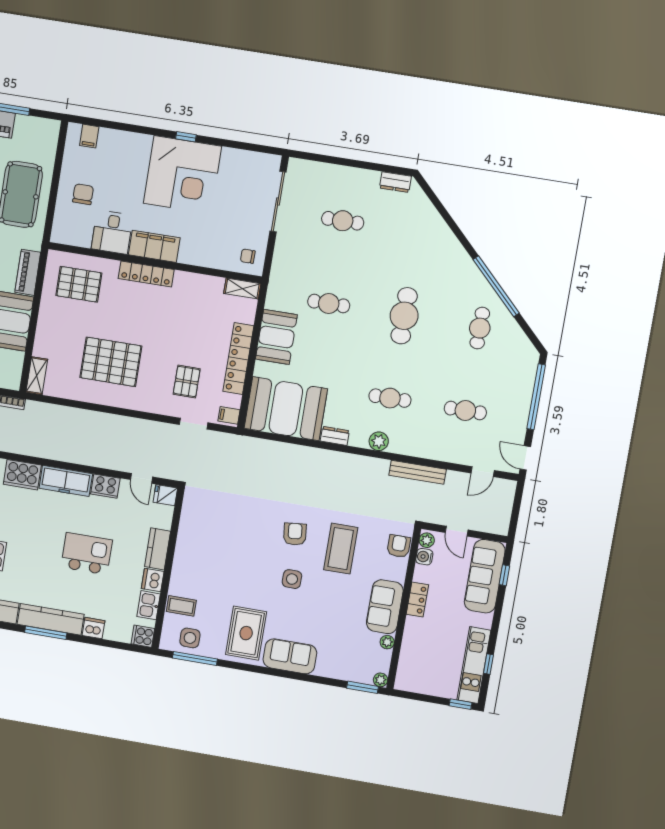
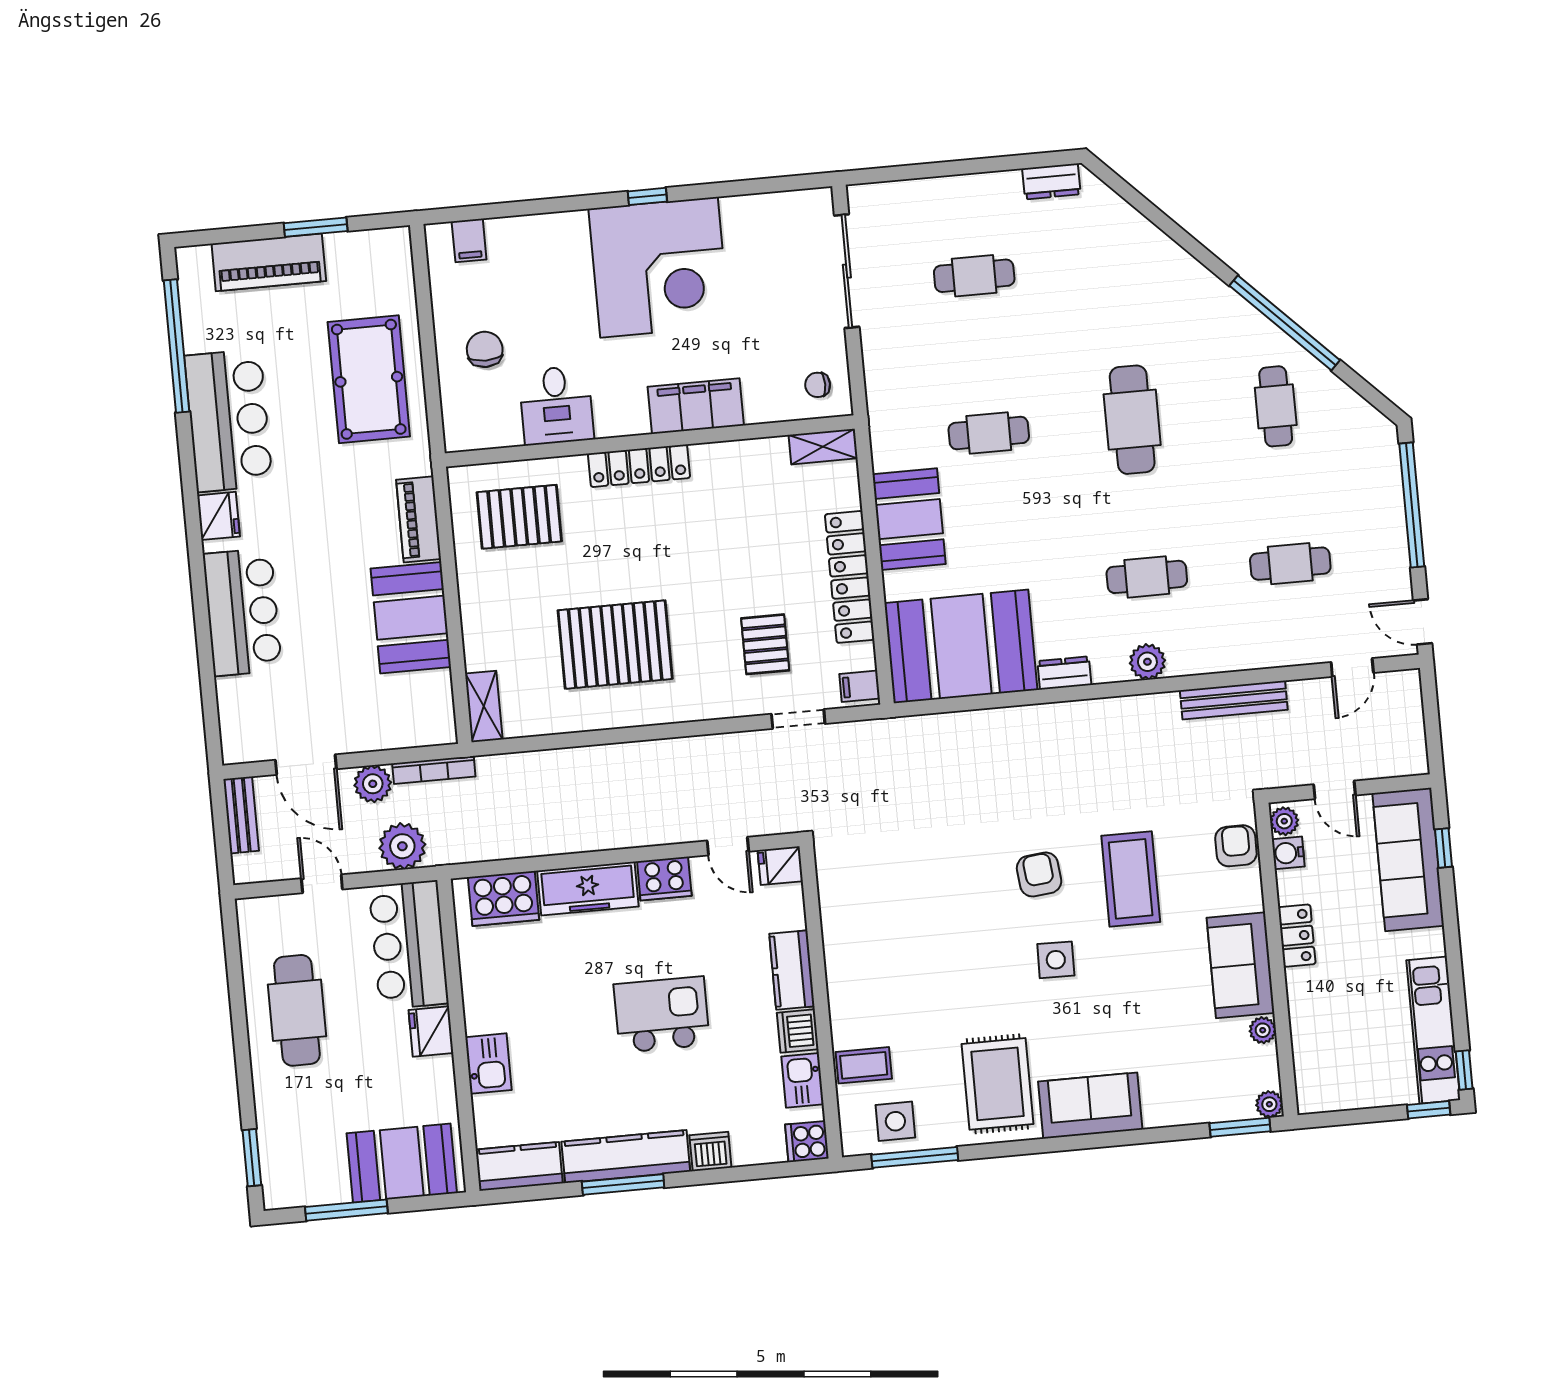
filing cabinet: (154, 246) -> (696, 406), moved
window: (488, 664) -> (1464, 1070), moved

